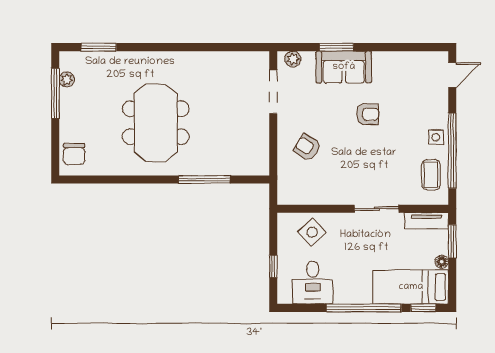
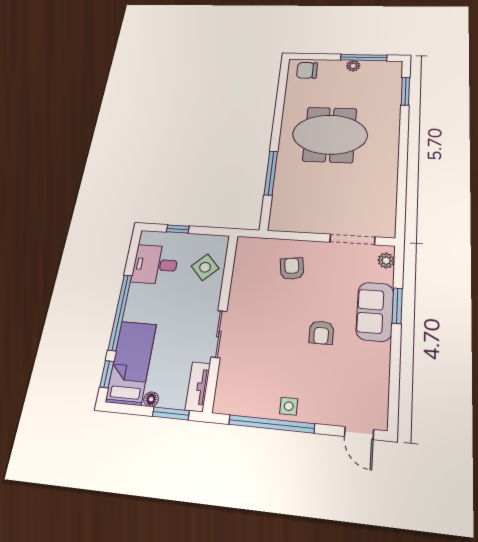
plant: (67, 79) -> (353, 66), moved
armchair: (307, 147) -> (292, 269), turned -40
coffee table: (431, 175) -> (247, 397), removed

